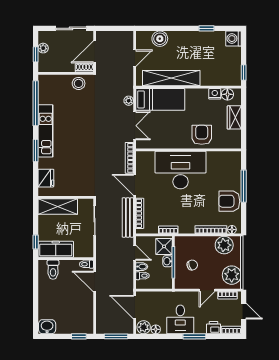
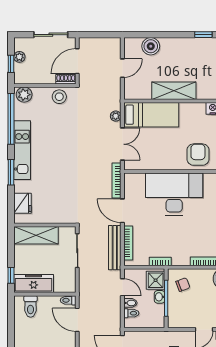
shelving: (171, 78) -> (174, 91), width x0.68
plant: (47, 82) -> (24, 95), added
chair: (192, 265) -> (183, 285), moved

